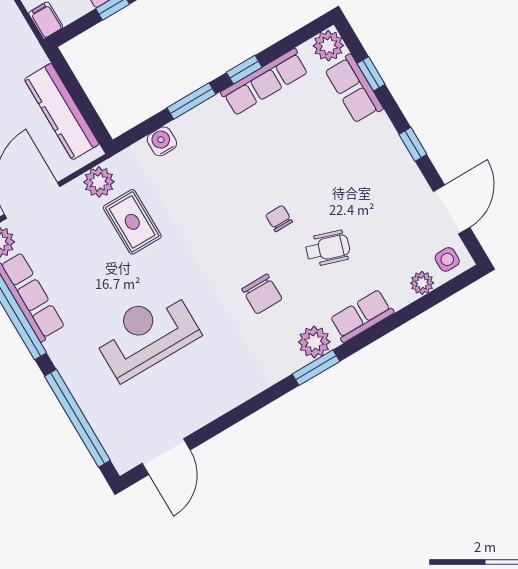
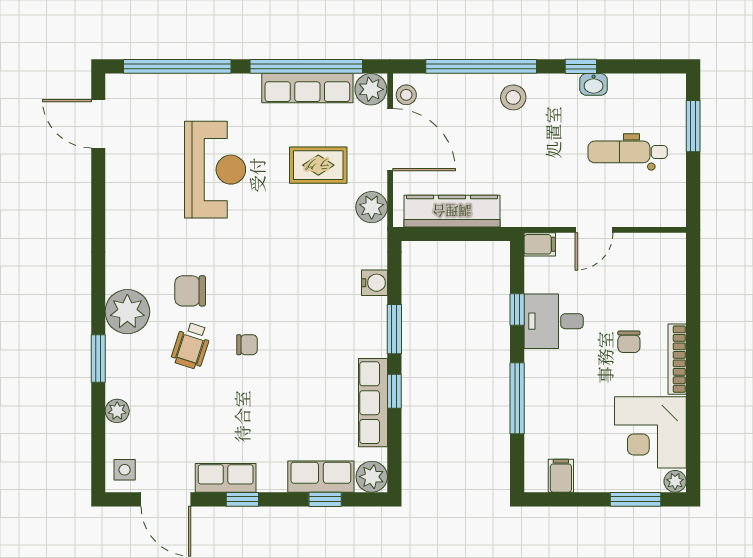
rug: (132, 222) -> (318, 165), moved
wheelchair: (328, 248) -> (191, 346), moved
plant: (422, 283) -> (117, 411), moved
row of seats: (362, 316) -> (226, 478), moved, turned -90
plant: (314, 342) -> (127, 312), width x1.36, depth x1.36
window: (316, 368) -> (98, 359), moved

